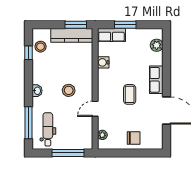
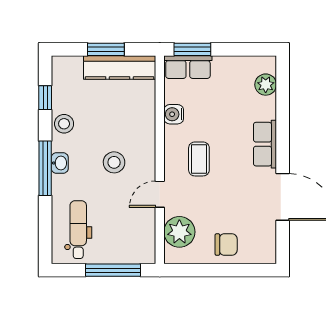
window: (76, 25) -> (106, 49), moved
window: (125, 25) -> (192, 49), moved
stool: (41, 47) -> (64, 124), moved
coffee table: (130, 94) -> (199, 159), moved
window: (29, 123) -> (45, 168), moved
plant: (102, 135) -> (179, 232), width x1.88, depth x1.88

